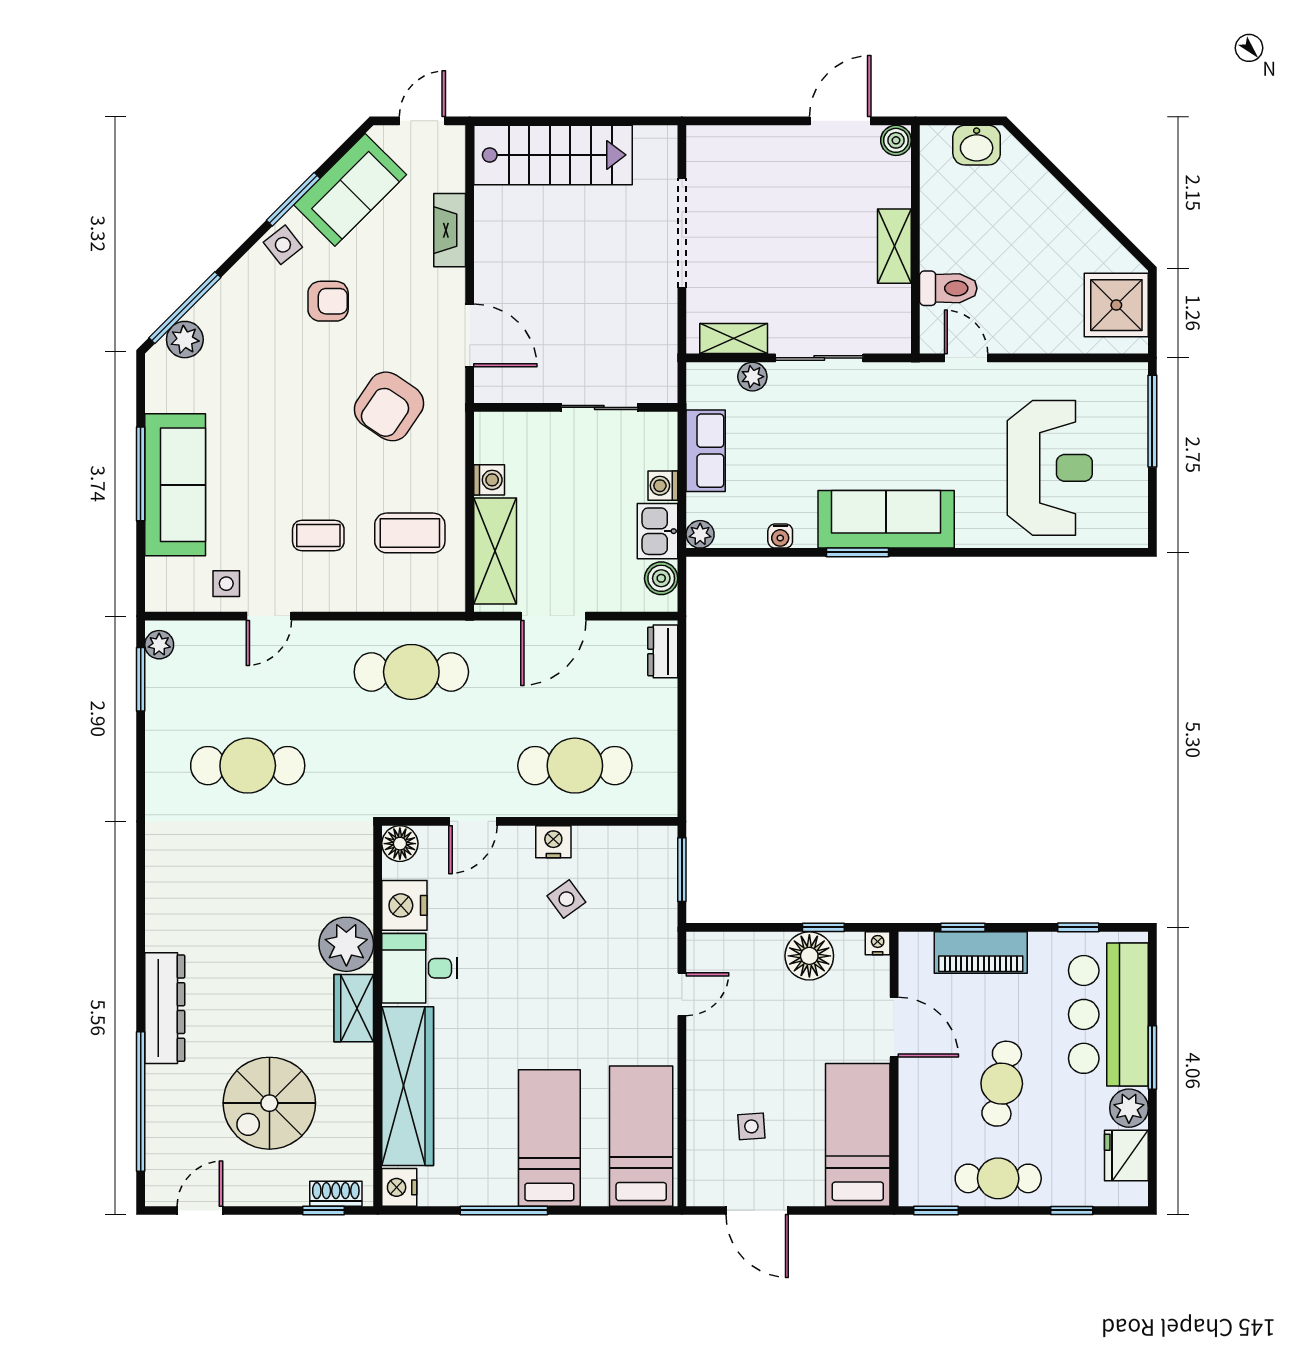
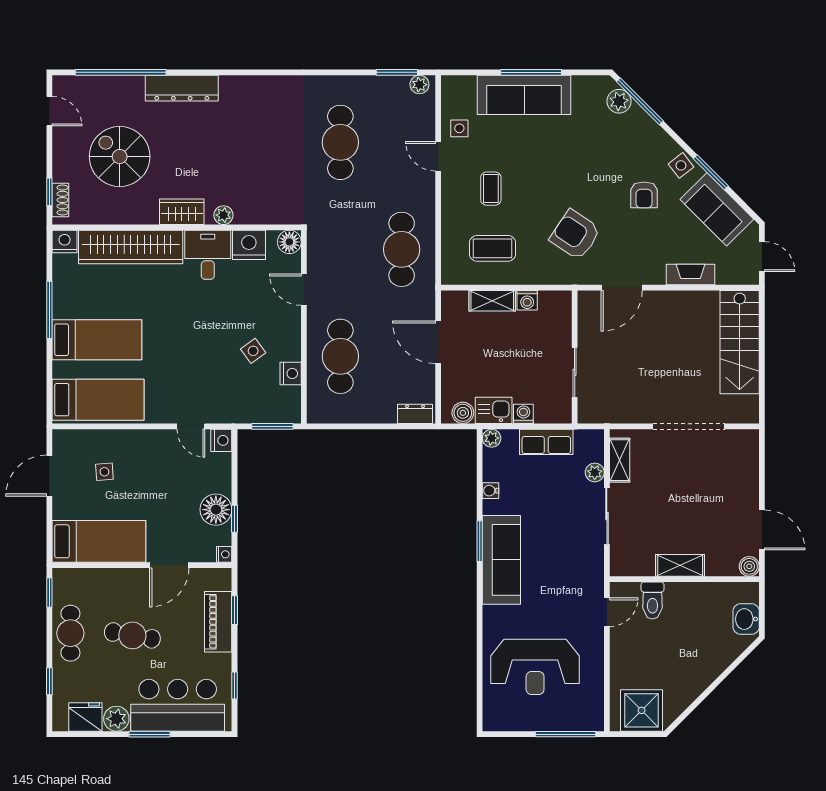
coffee table: (410, 533) -> (492, 248), turned 90
shelving: (495, 551) -> (492, 301), width x0.67, depth x0.75
nightstand: (553, 842) -> (291, 373), moved
plant: (346, 944) -> (223, 215), width x0.53, depth x0.53
nightstand: (703, 948) -> (221, 440), added

